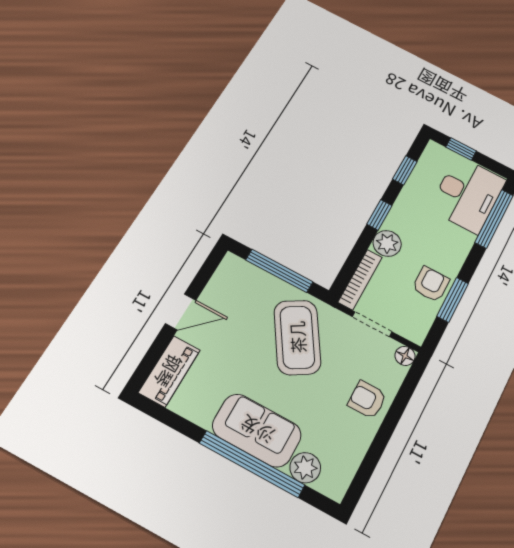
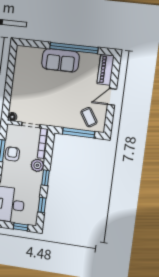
armchair: (431, 284) -> (12, 154), turned 180
coffee table: (297, 337) -> (89, 117), moved, width x0.54, depth x0.58
armchair: (367, 400) -> (21, 92), removed
window: (252, 464) -> (74, 48), moved
plant: (305, 468) -> (36, 53), removed

